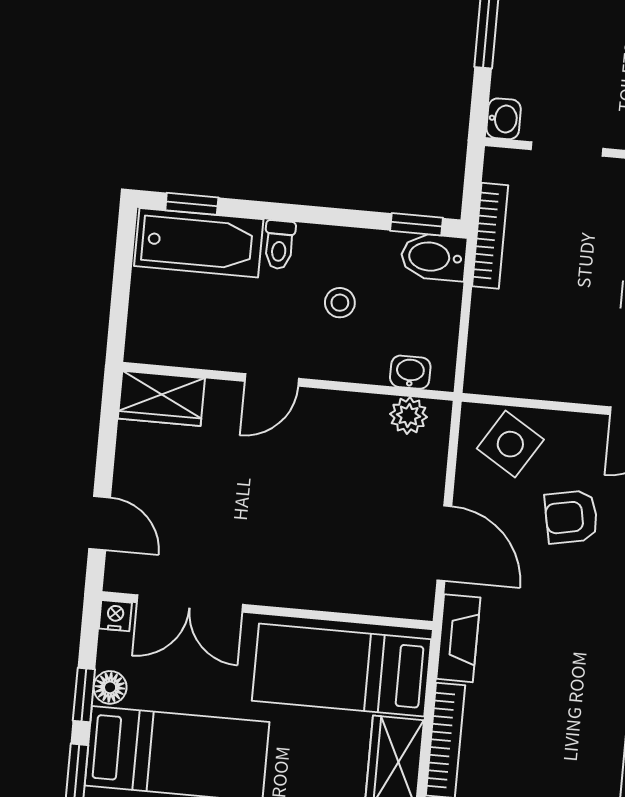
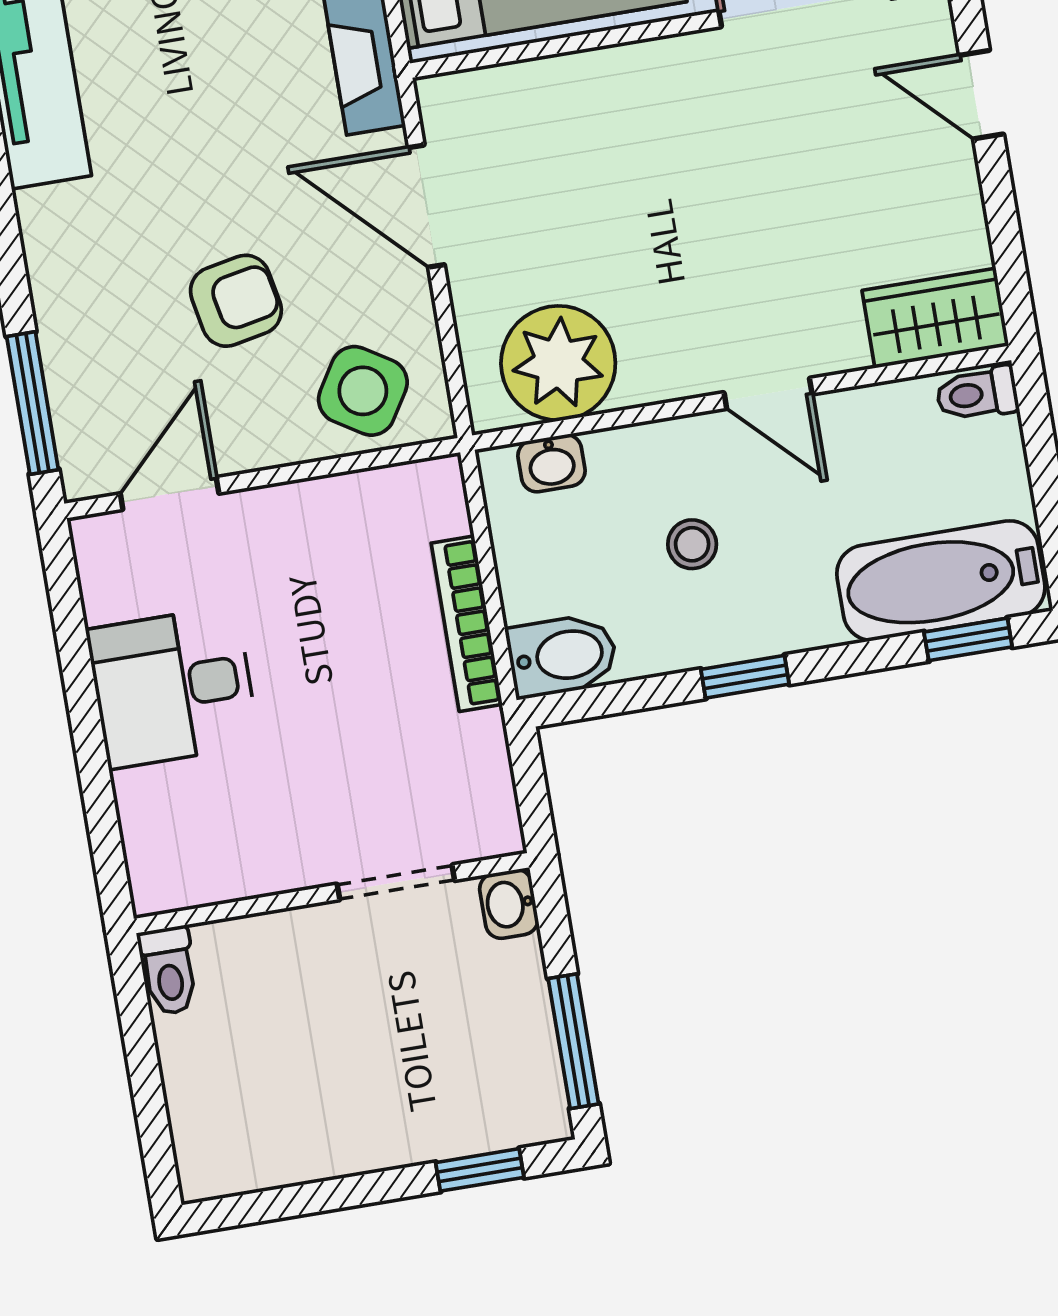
window: (417, 224) -> (745, 677), moved
bookcase: (490, 236) -> (467, 624), moved
toilet: (279, 245) -> (977, 394), moved, turned -90
door: (272, 380) -> (768, 393), swing flipped
plant: (408, 415) -> (558, 363), width x1.88, depth x1.88

